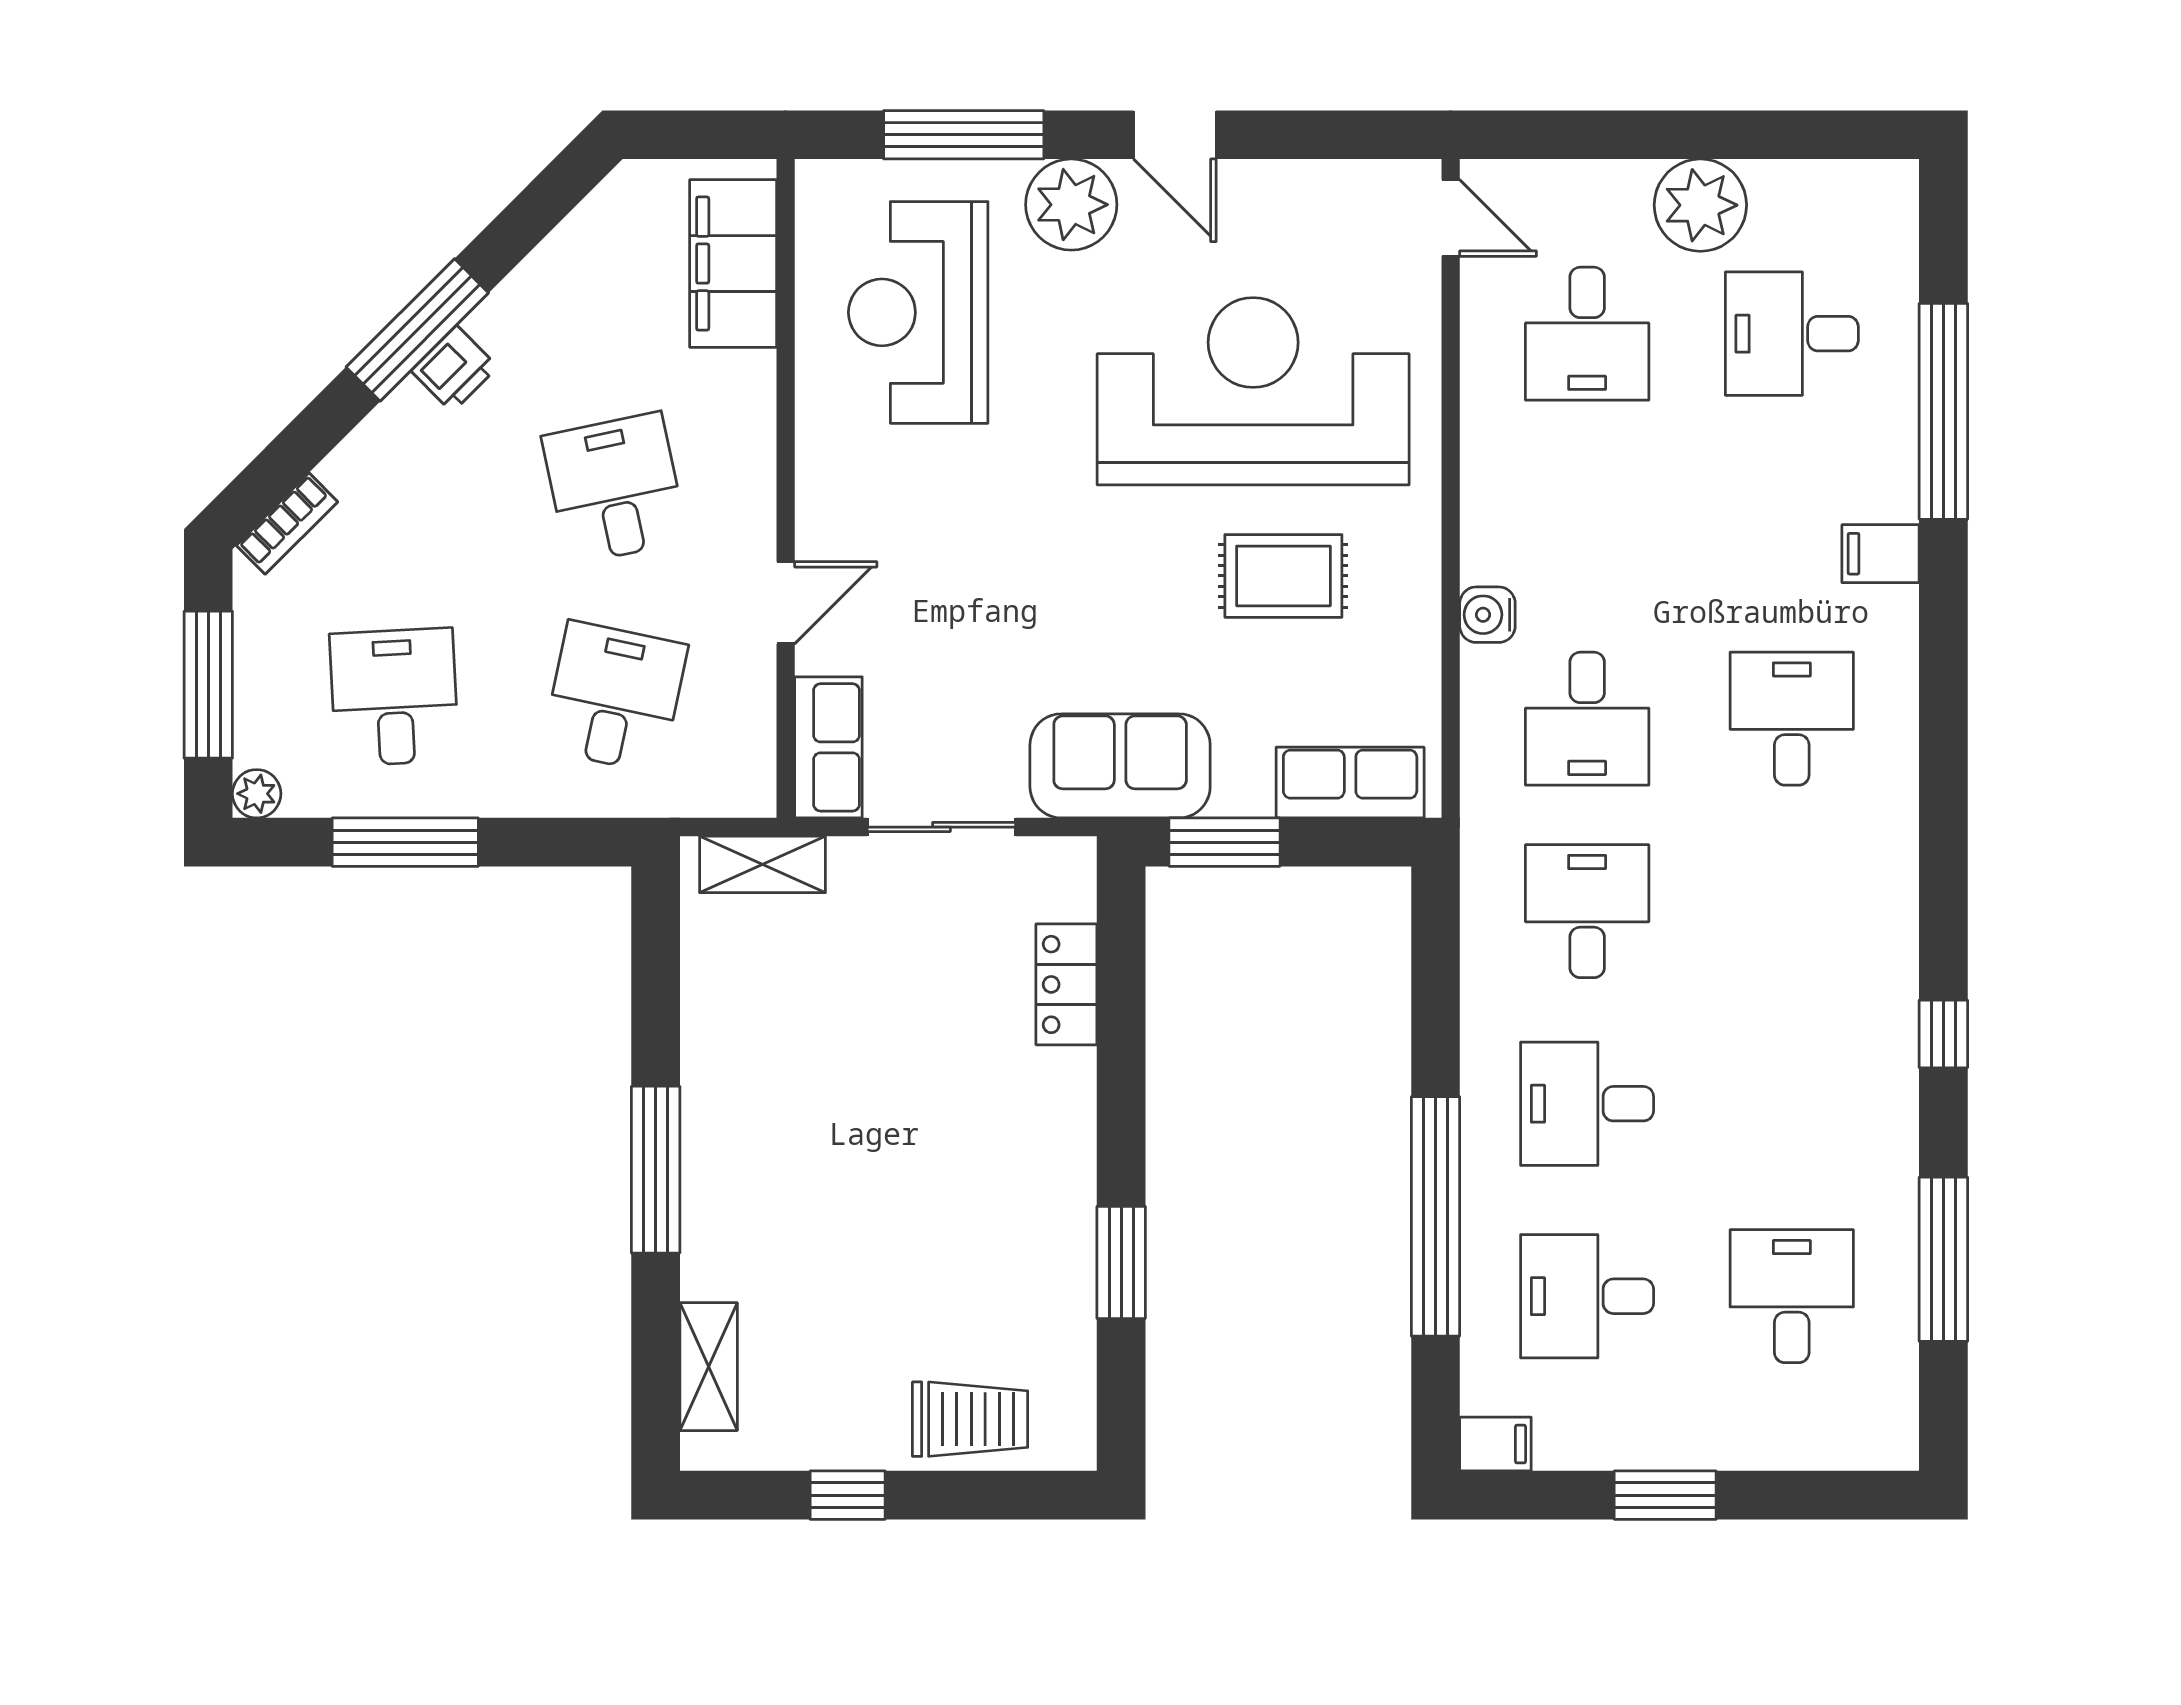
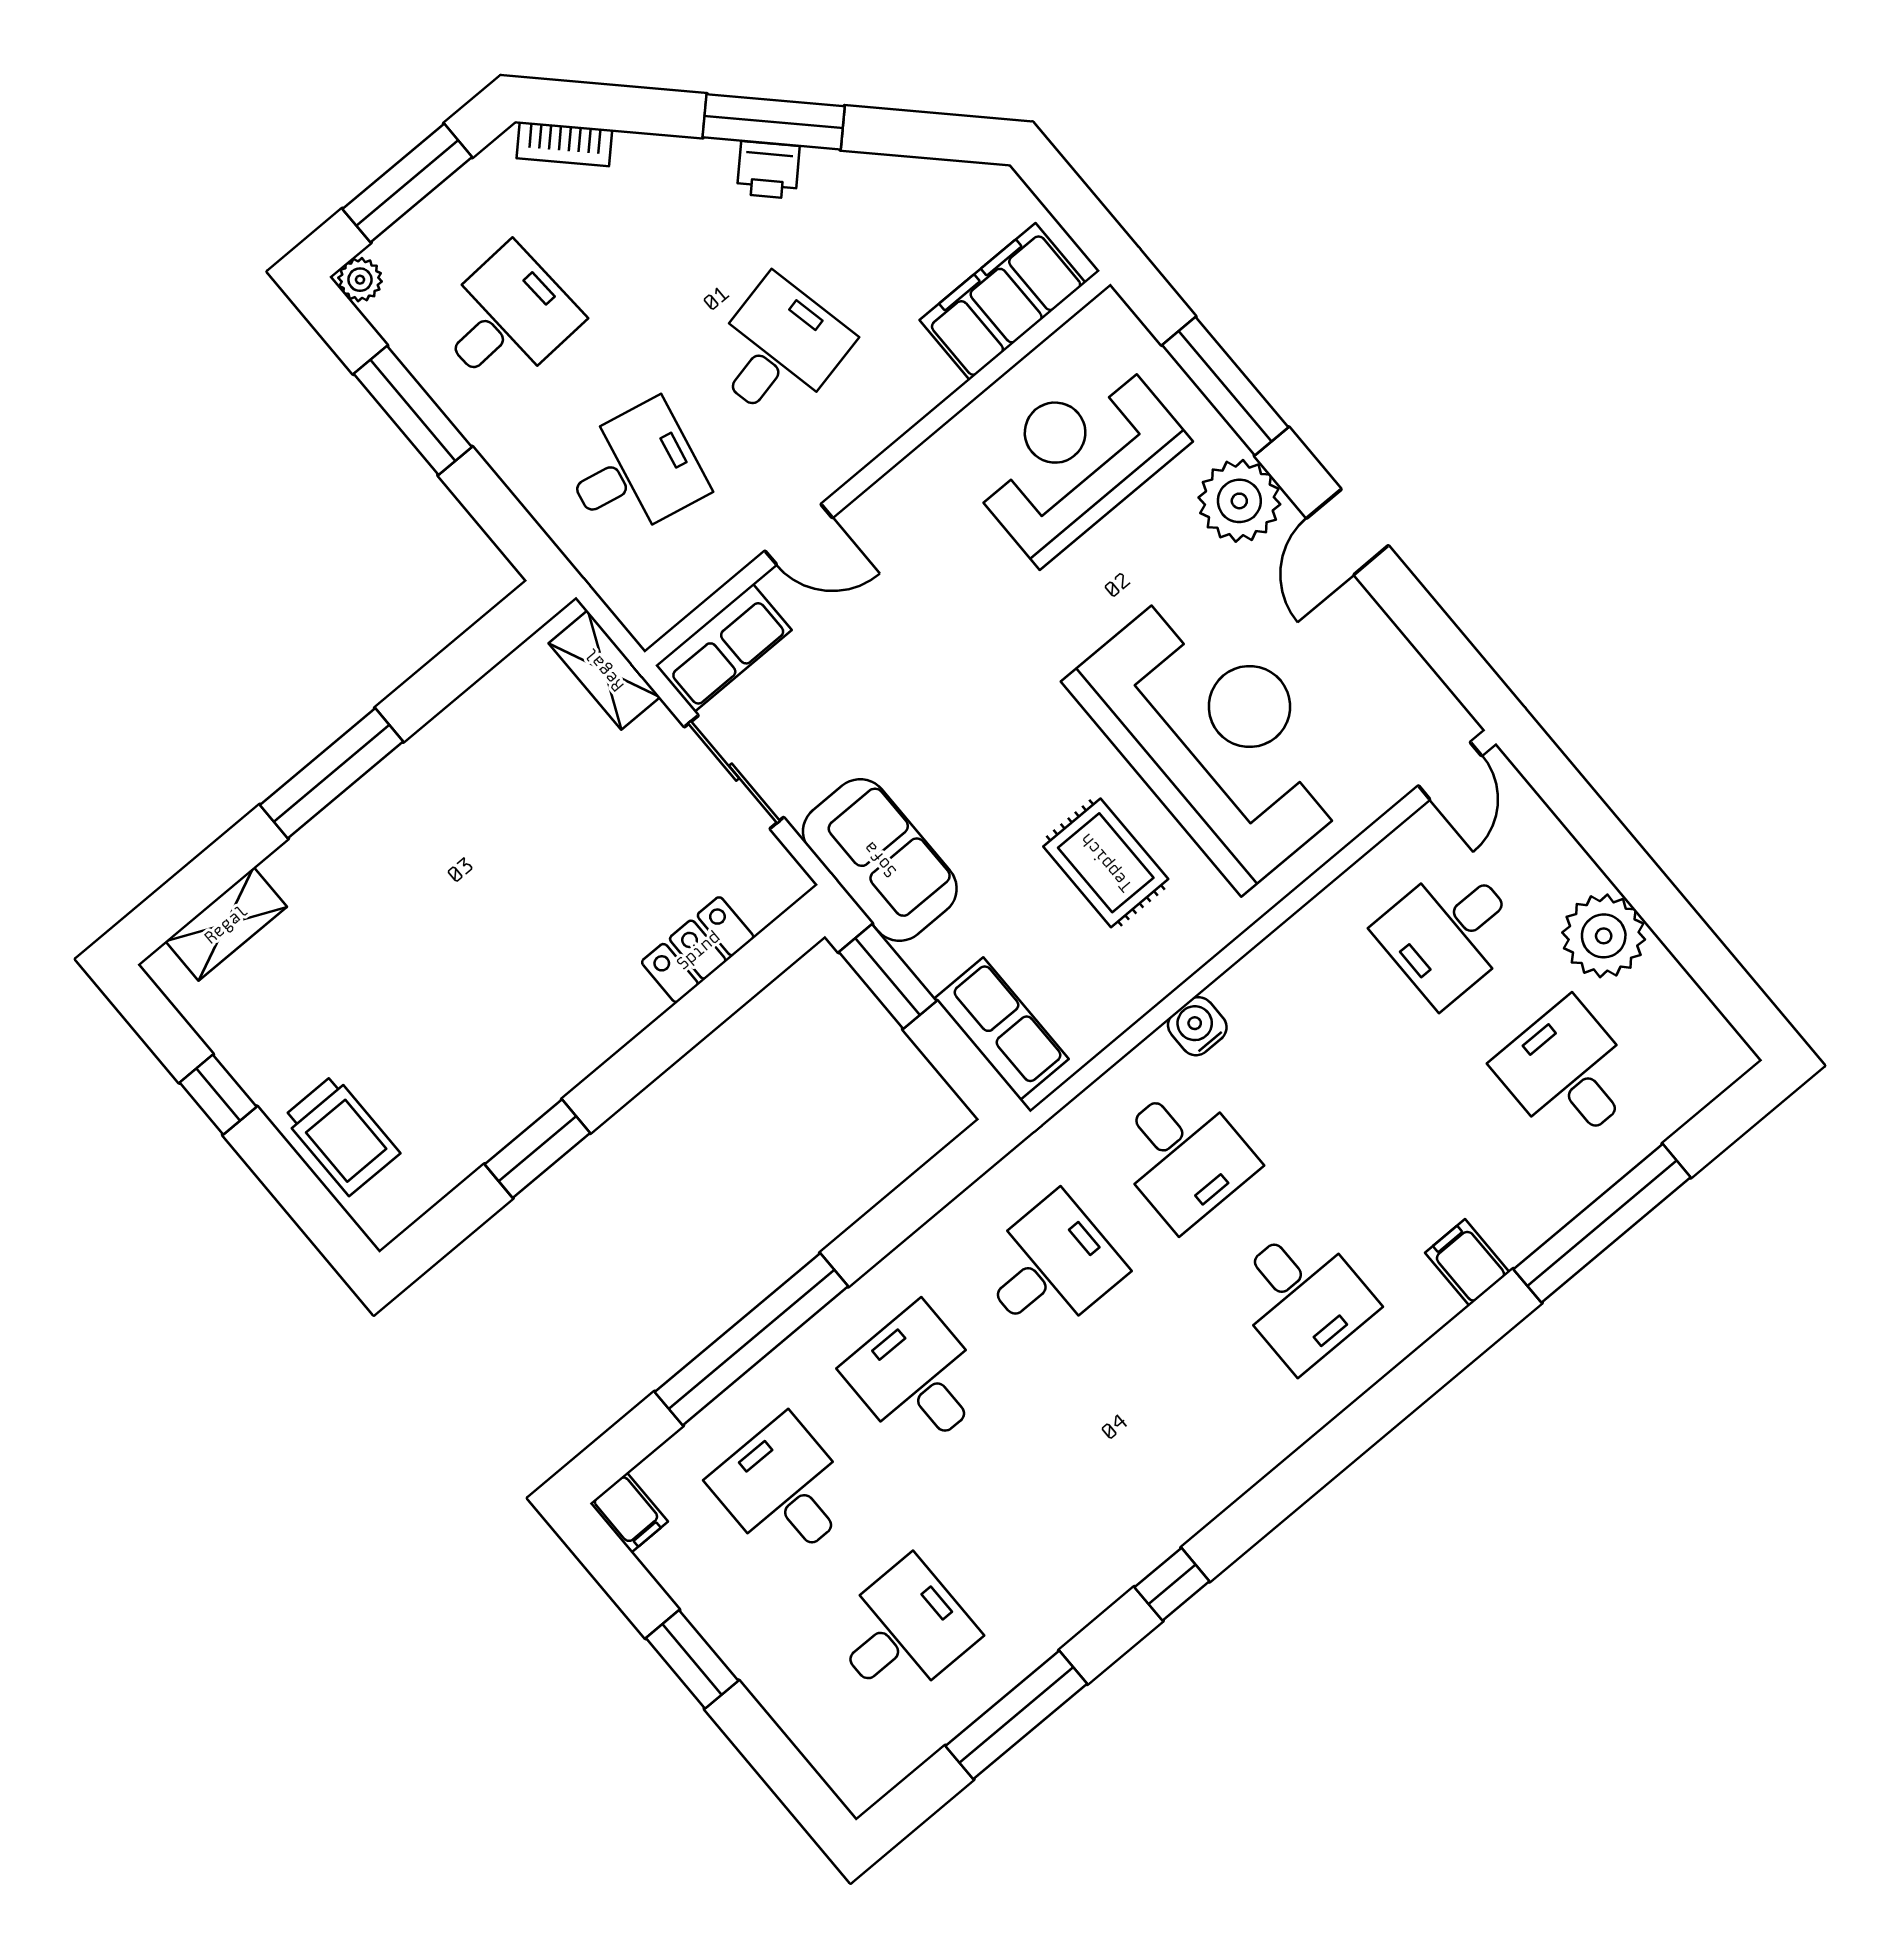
desk: (1587, 719) -> (1183, 1155), turned -90
desk: (1792, 719) -> (1302, 1297), turned 90

